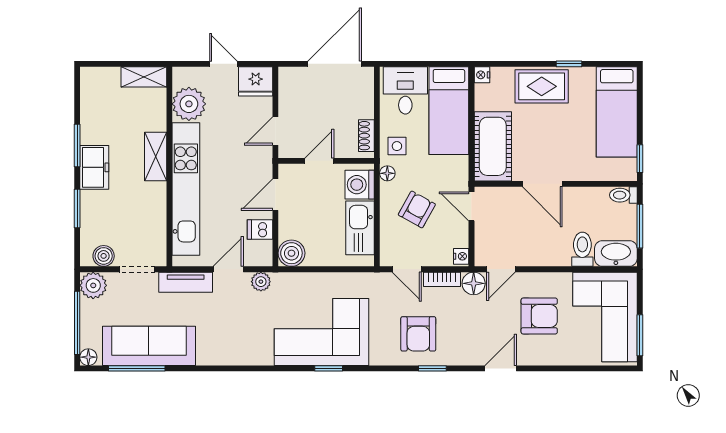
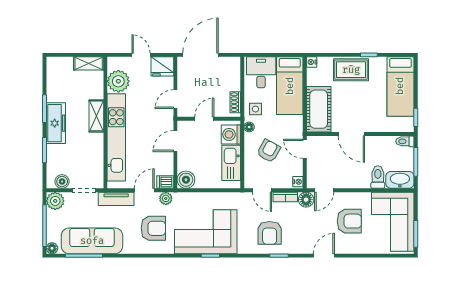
door: (335, 64) -> (201, 55), moved
freezer: (94, 167) -> (56, 123), width x1.40
dishwasher: (260, 230) -> (165, 182), moved
armchair: (242, 327) -> (153, 228), added

